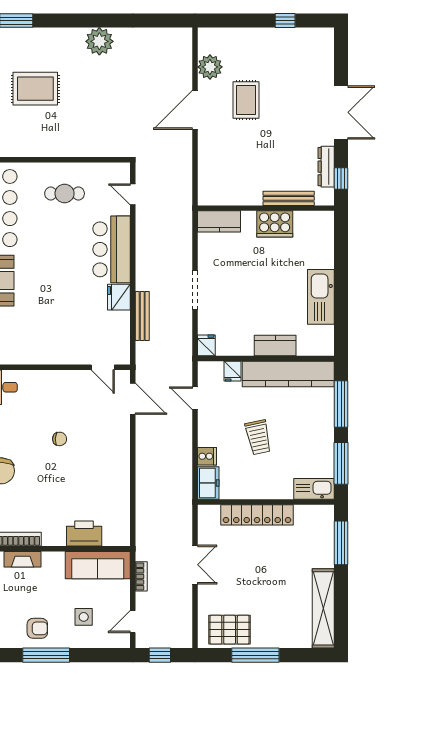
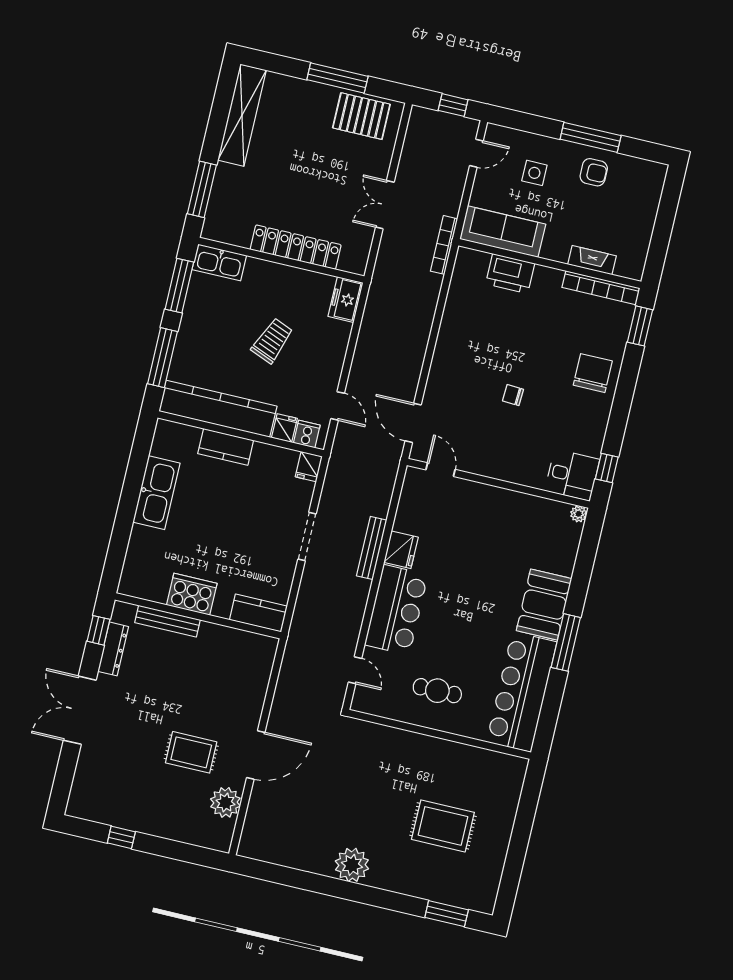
rug: (246, 100) -> (191, 752), turned 90
bench: (142, 316) -> (372, 548), moved
trolley: (258, 437) -> (272, 341), turned 34
cooker: (207, 456) -> (307, 434), moved, turned 90
bookcase: (141, 576) -> (444, 245), moved, width x1.56
armchair: (37, 628) -> (594, 172), turned 180

